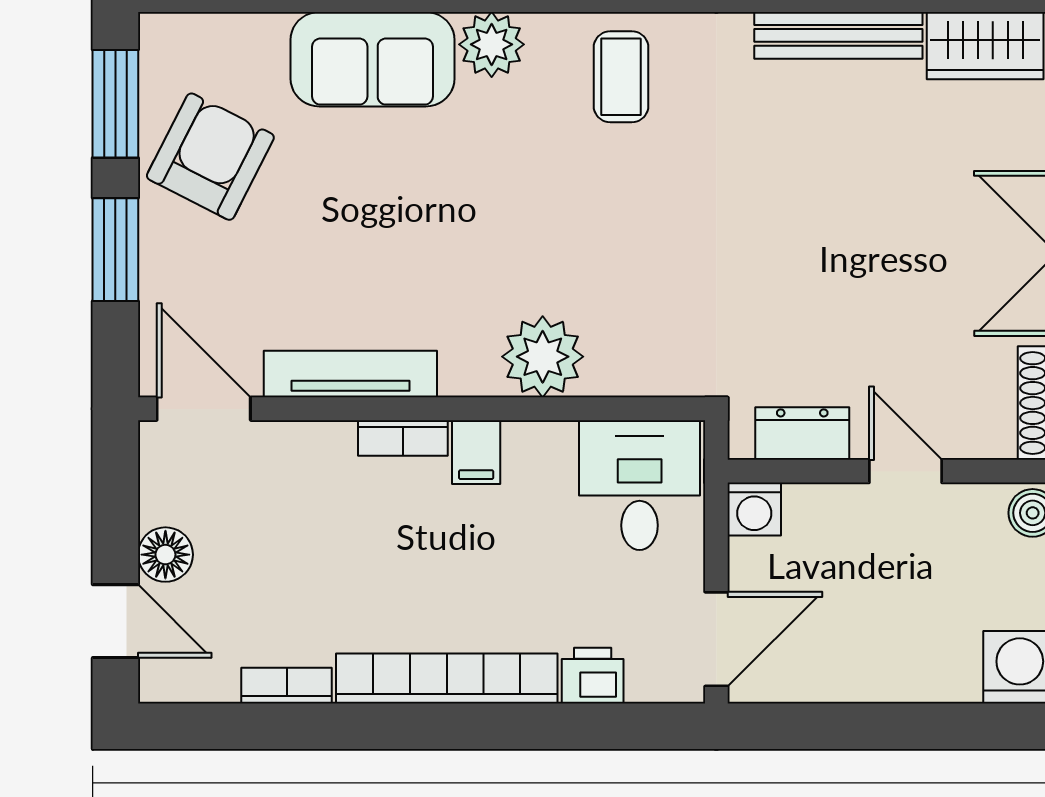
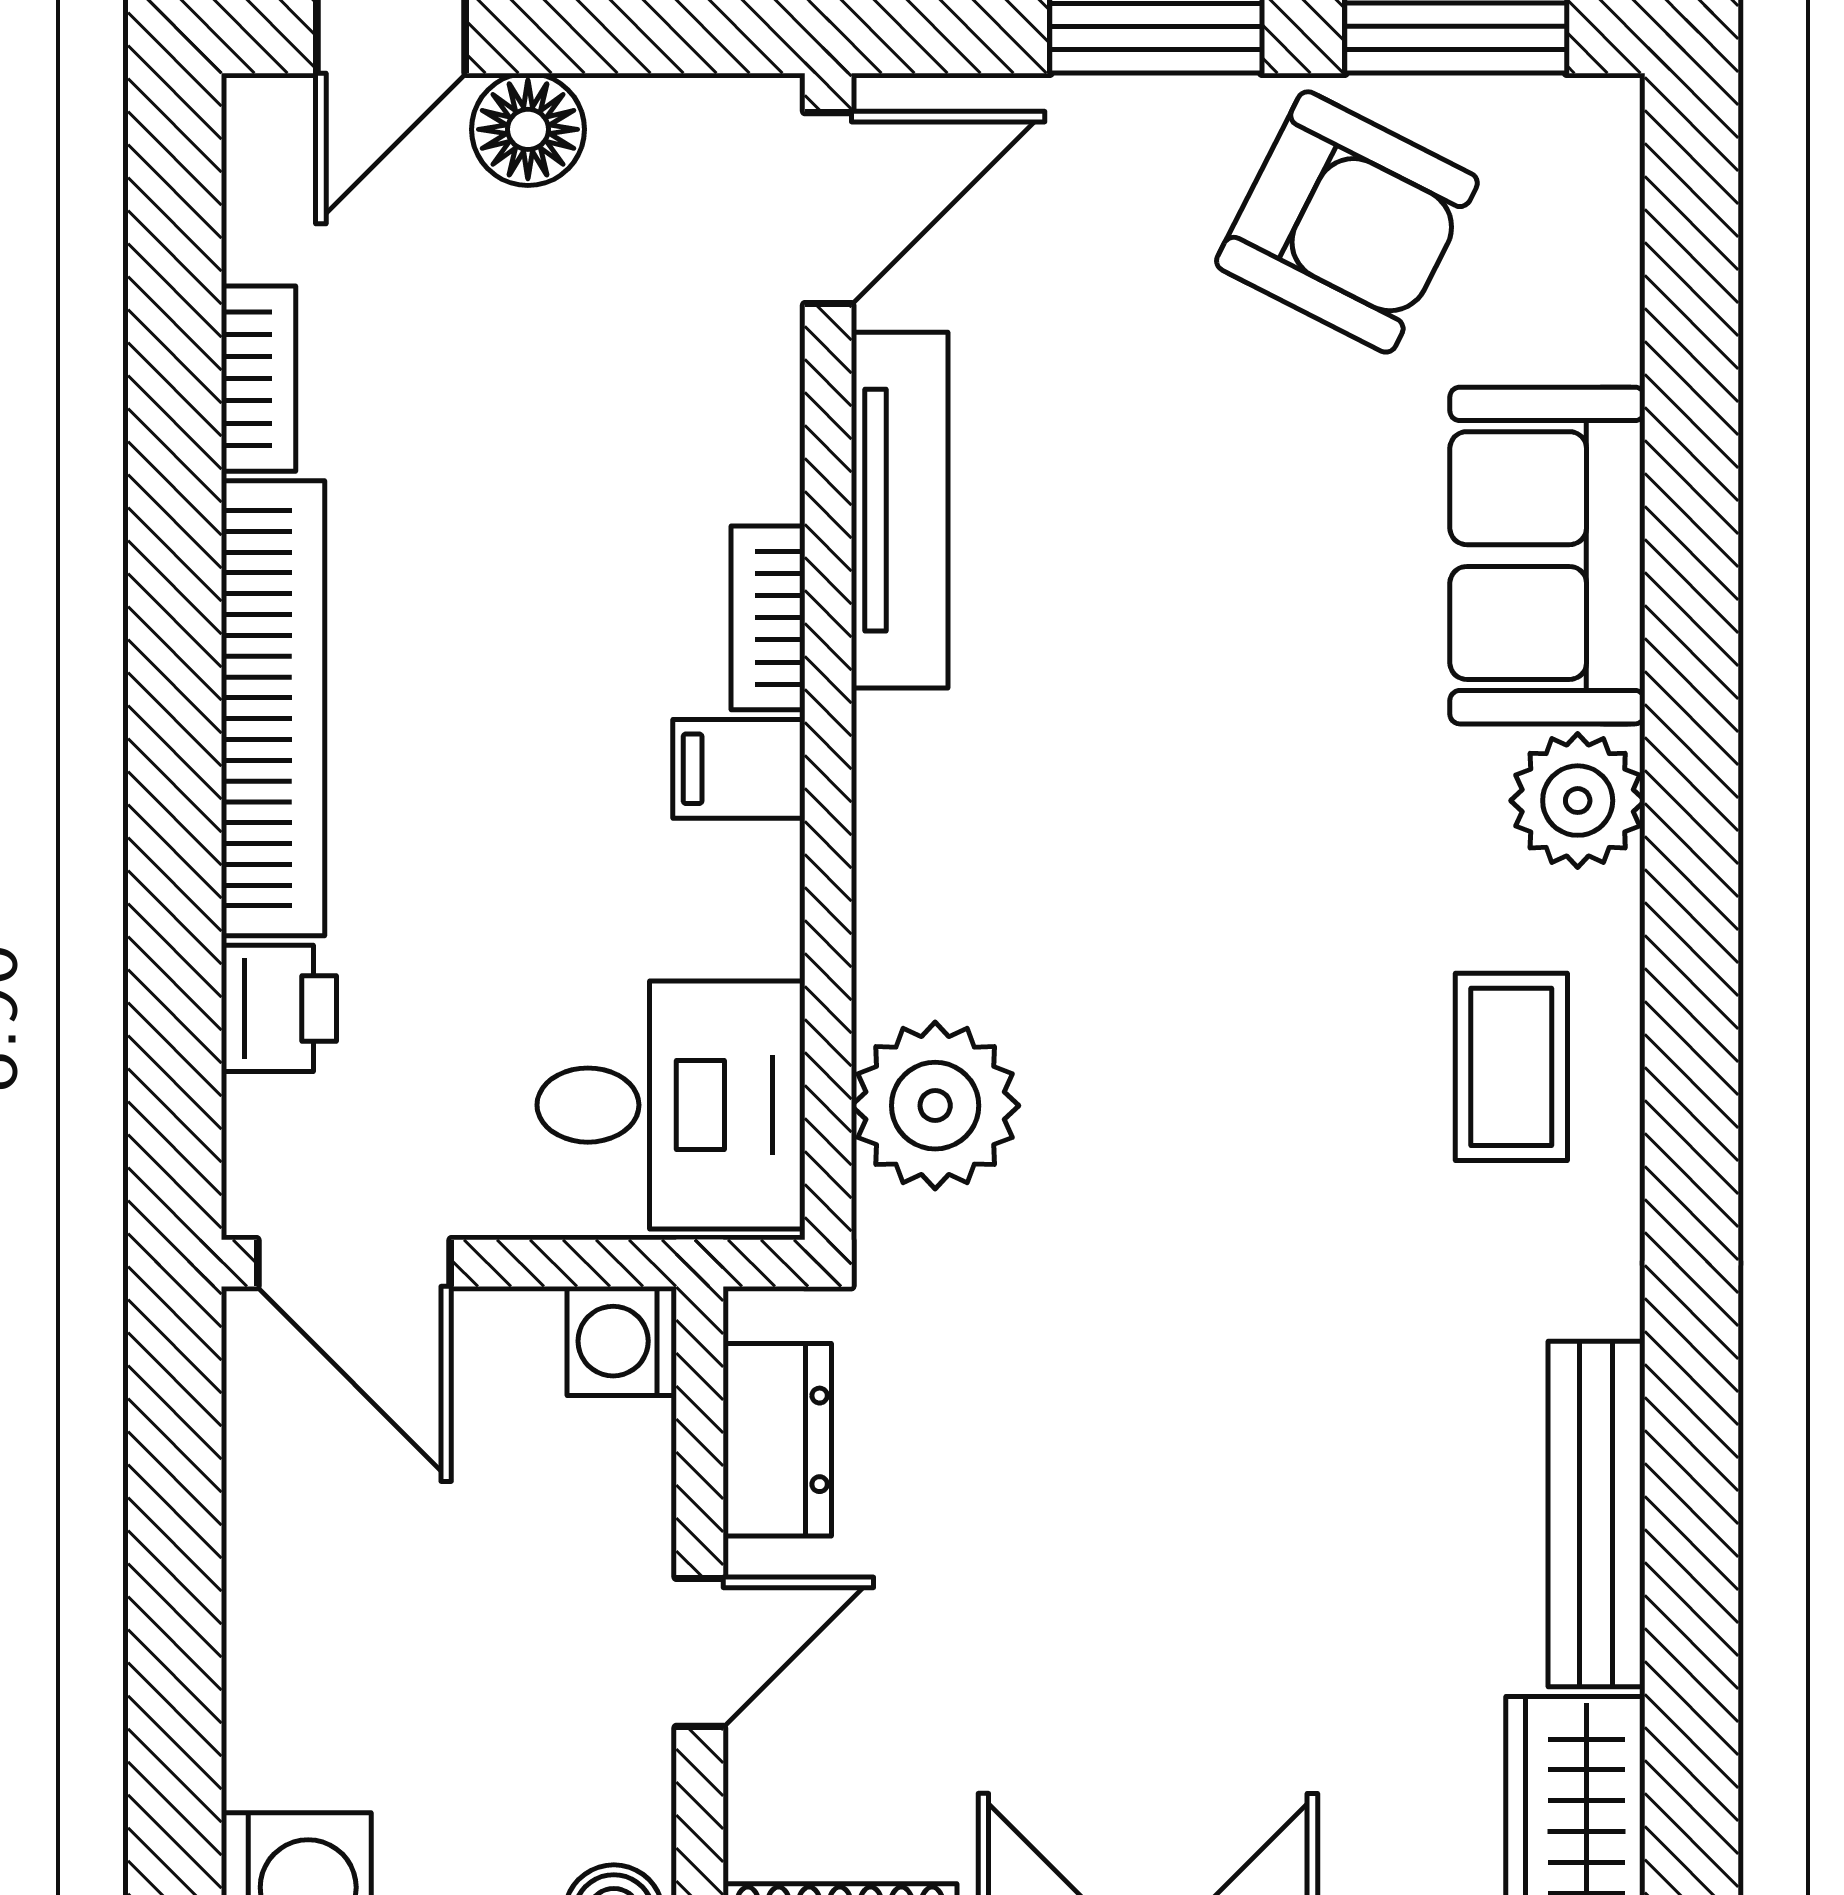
coffee table: (621, 77) -> (1511, 1067), turned 90
plant: (543, 357) -> (935, 1106), moved

